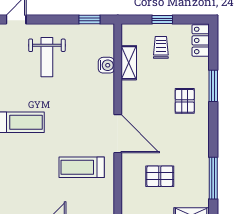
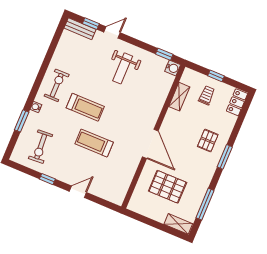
water cooler: (106, 65) -> (173, 68), moved
window: (213, 86) -> (225, 157), moved
treadmill: (82, 167) -> (94, 143), moved
pallet: (160, 176) -> (168, 187), width x1.50, depth x1.42

